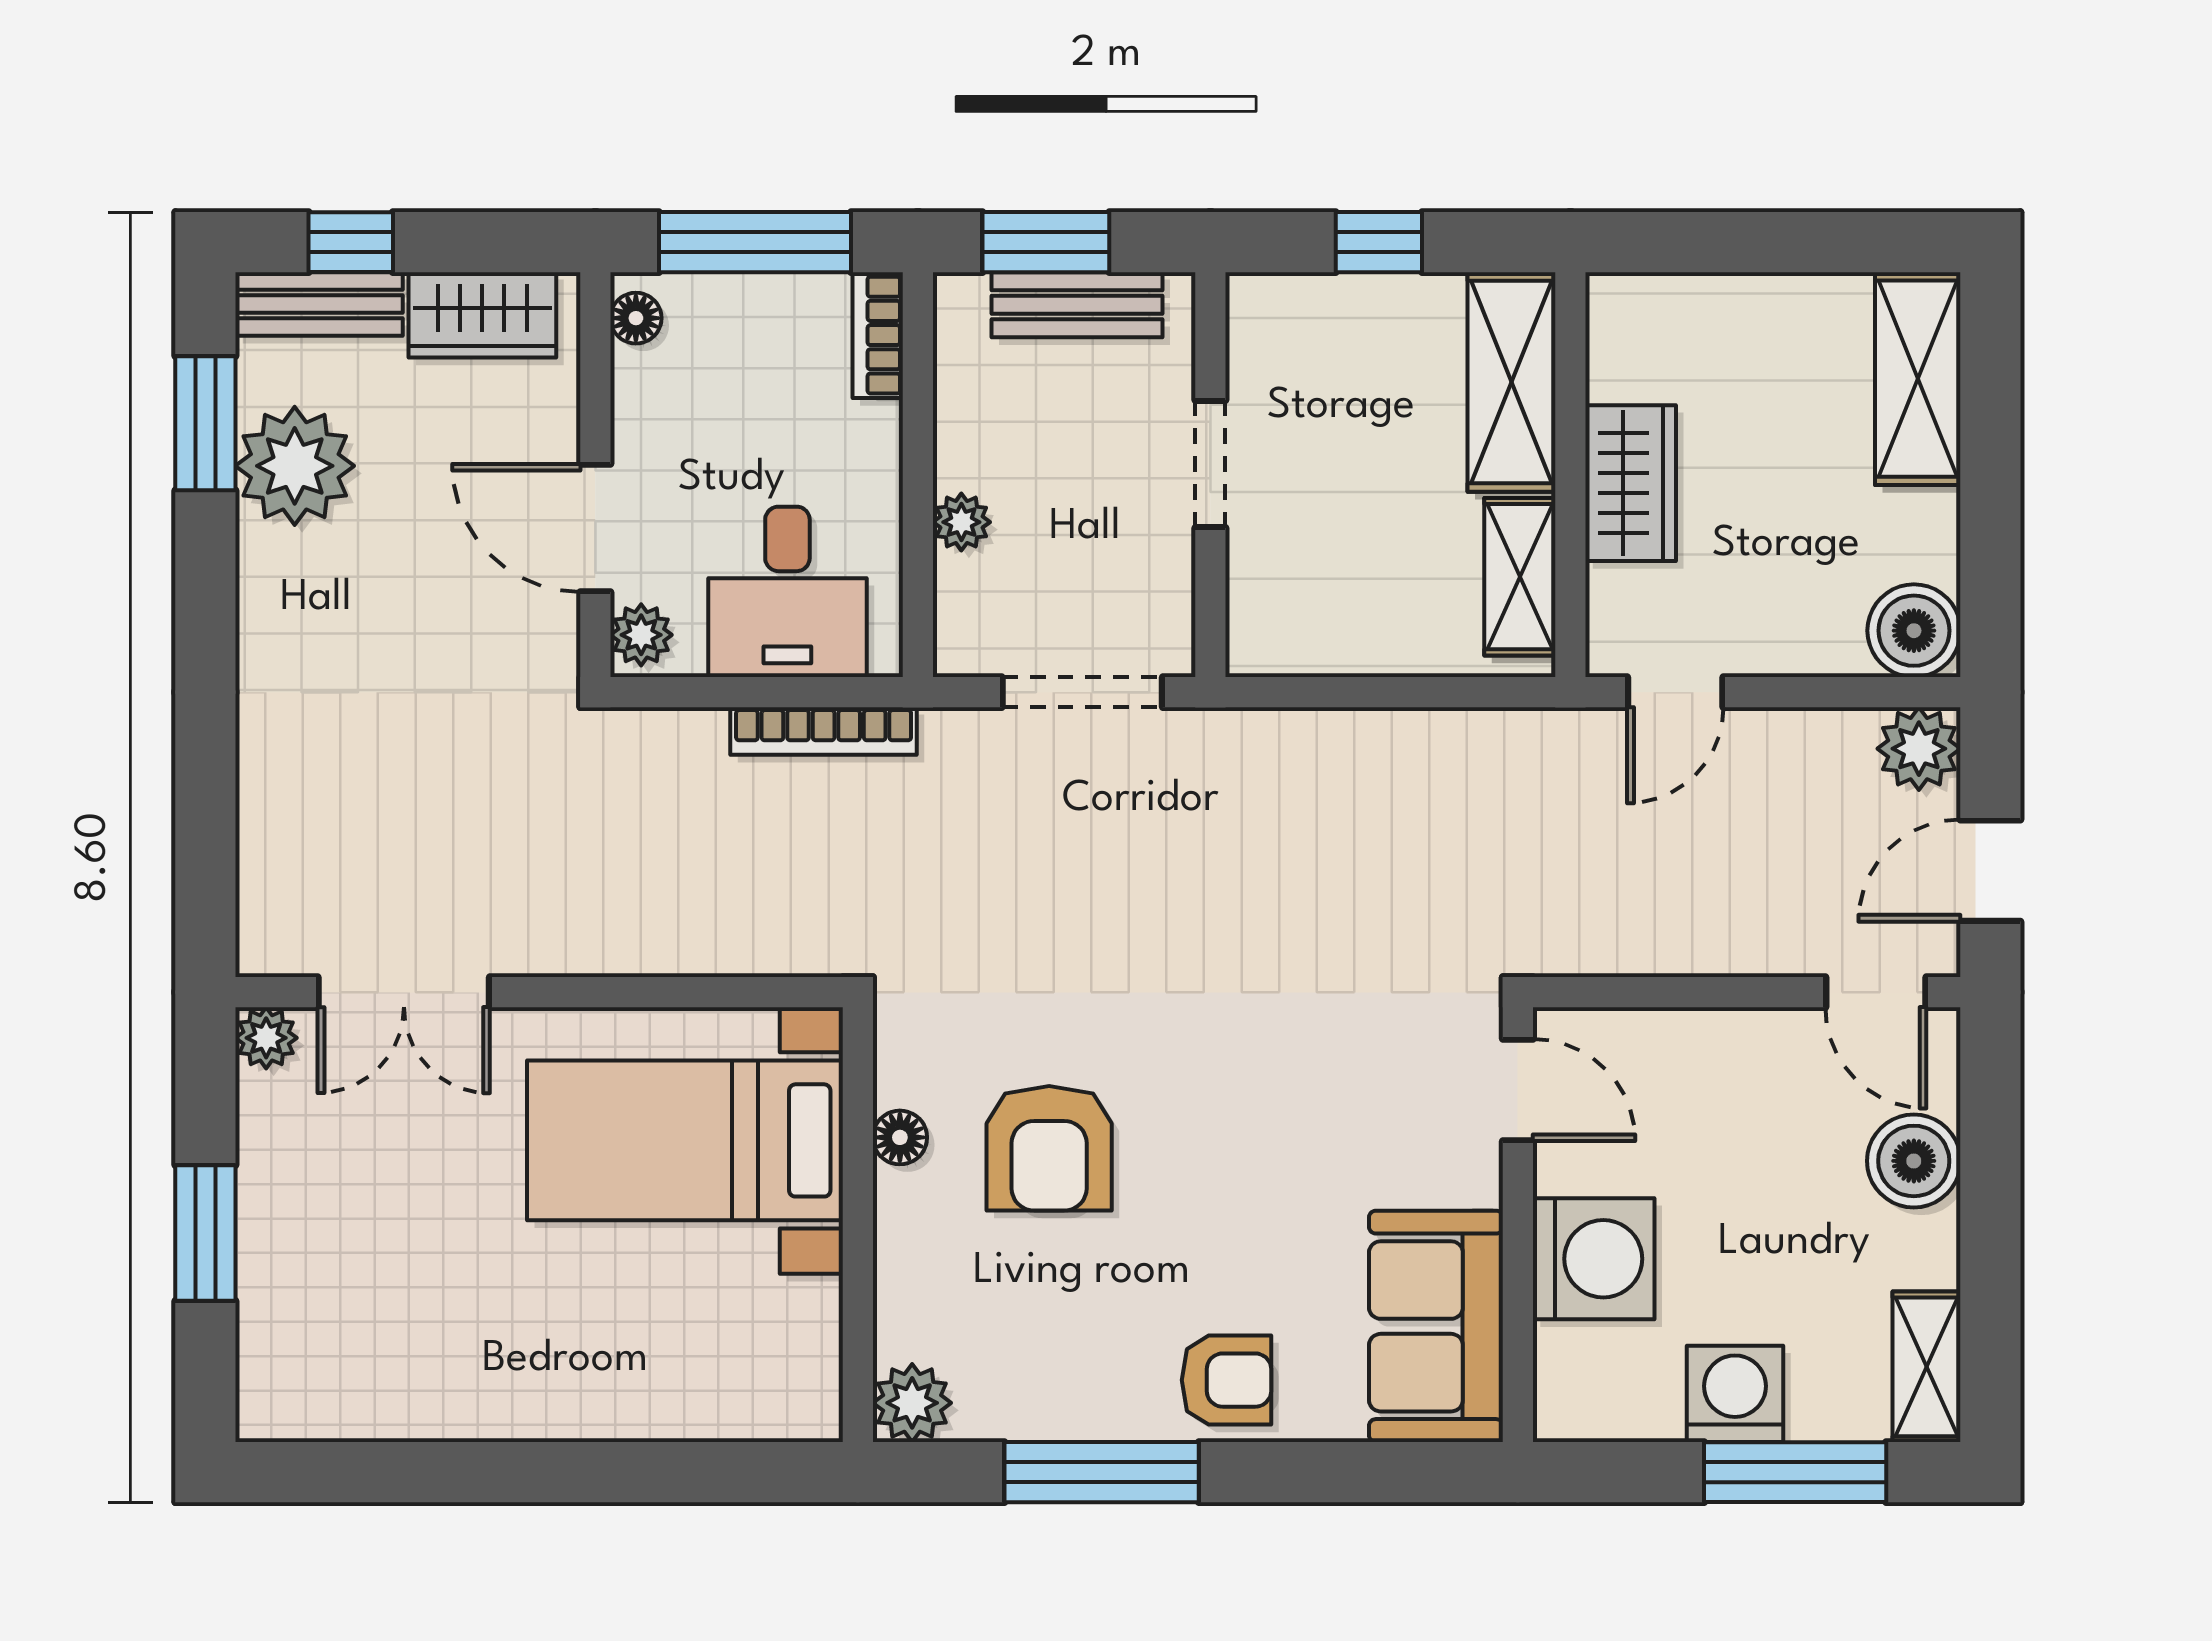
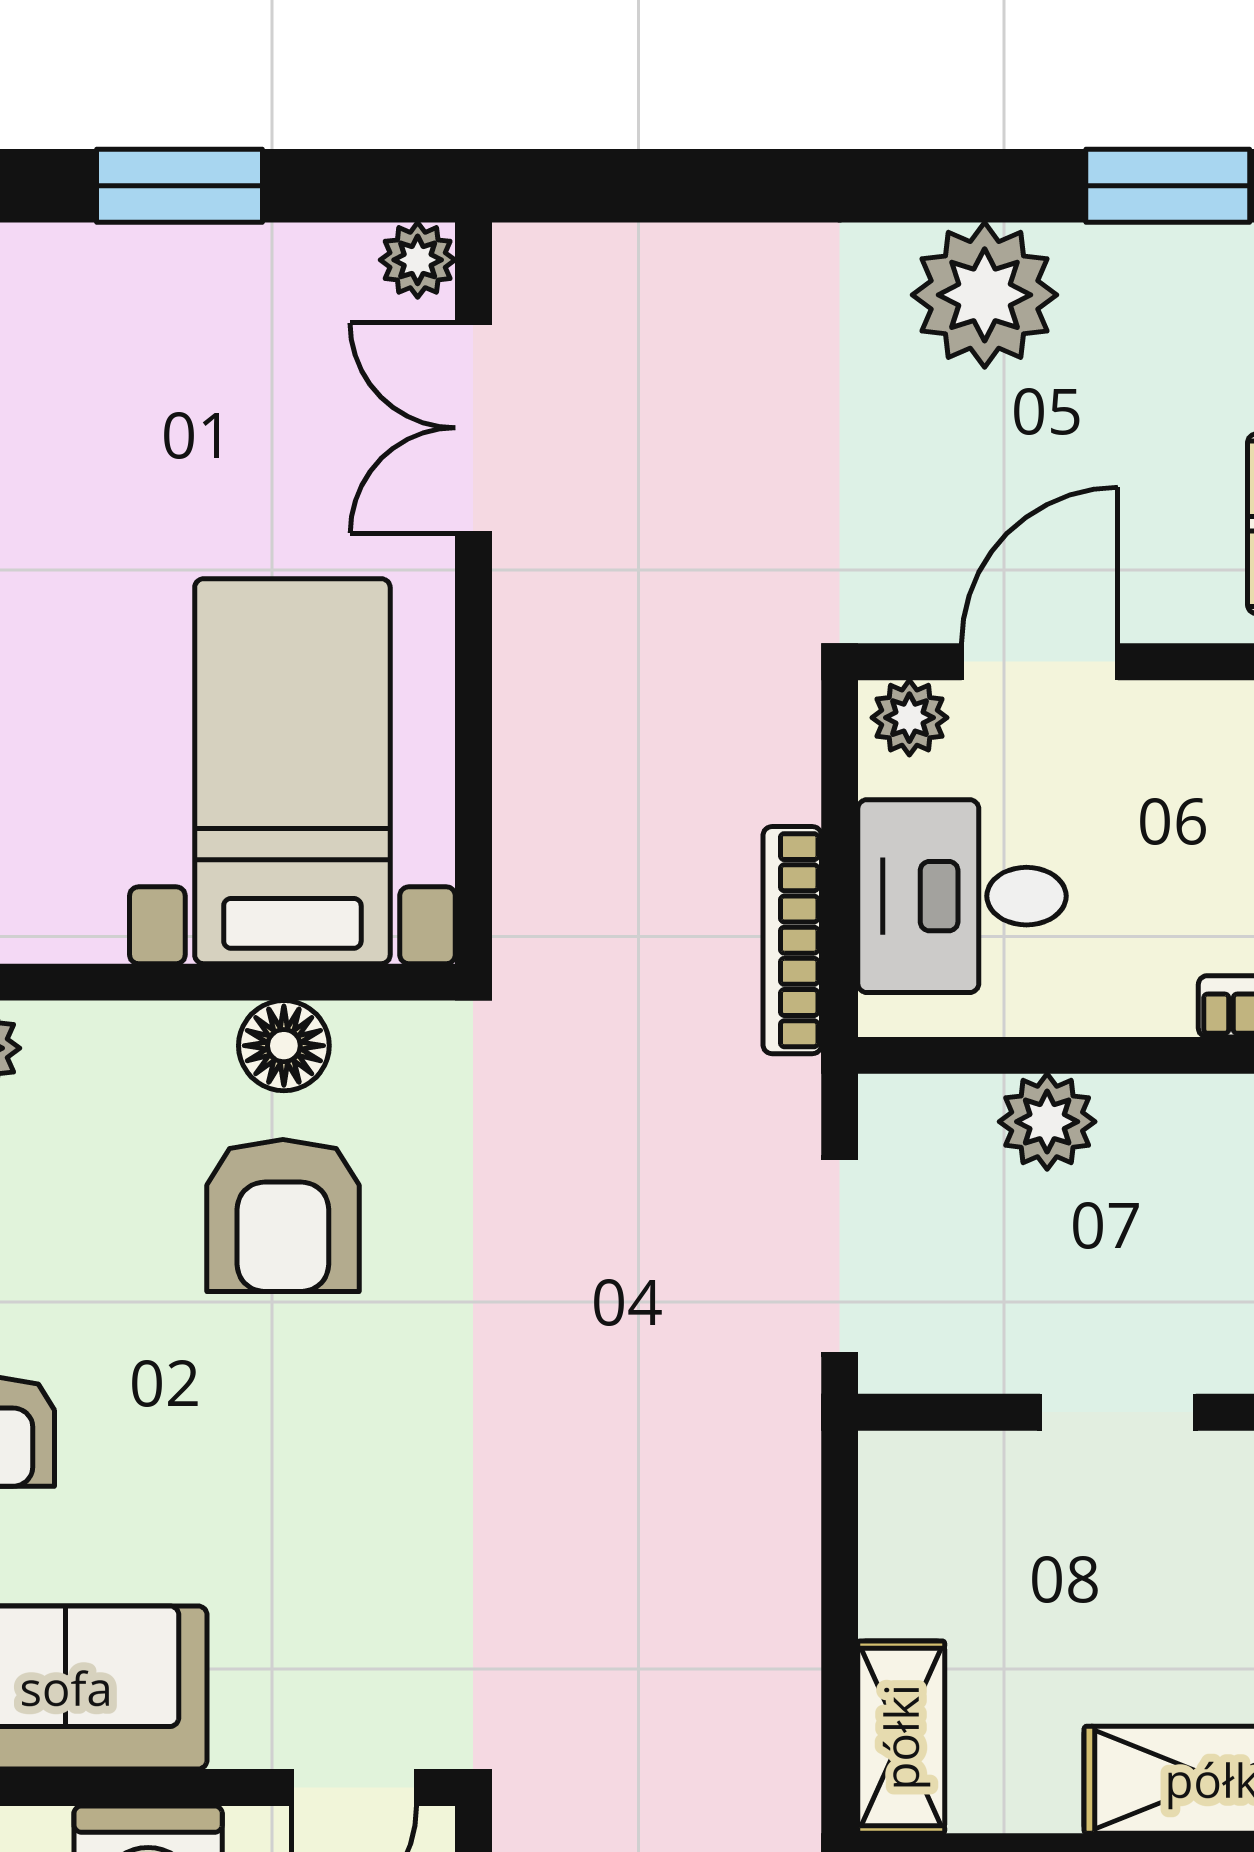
plant: (295, 466) -> (985, 295), moved
plant: (961, 522) -> (1047, 1122), width x1.38, depth x1.38
shelving: (1520, 577) -> (901, 1737), moved, turned 90
floor lamp: (900, 1137) -> (284, 1046), width x1.37, depth x1.37
armchair: (1049, 1148) -> (283, 1215), turned -90

